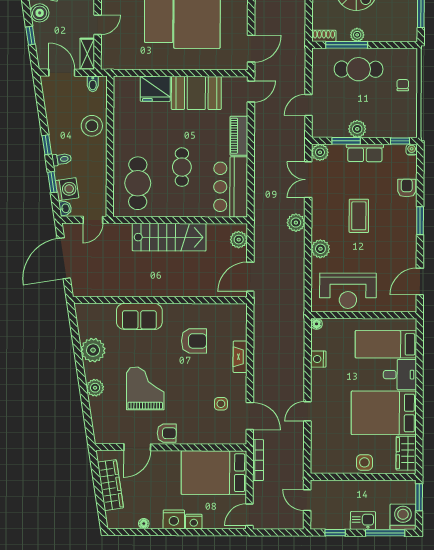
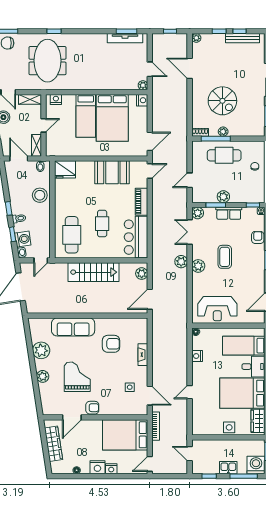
fridge: (155, 89) -> (65, 169), moved
plant: (320, 249) -> (198, 266), moved
sofa: (139, 316) -> (73, 327), width x1.36

